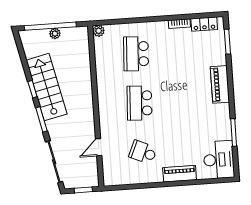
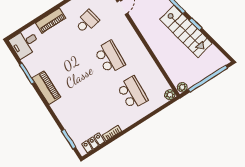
plant: (55, 34) -> (182, 87), moved
piano: (220, 84) -> (46, 88), moved
school desk: (143, 152) -> (87, 22), turned -36
desk: (219, 160) -> (25, 43), width x0.73

